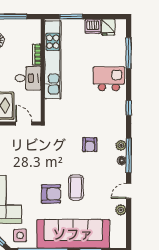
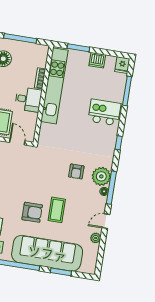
fridge: (108, 27) -> (122, 65), moved
plant: (121, 145) -> (101, 176), width x1.87, depth x1.87

